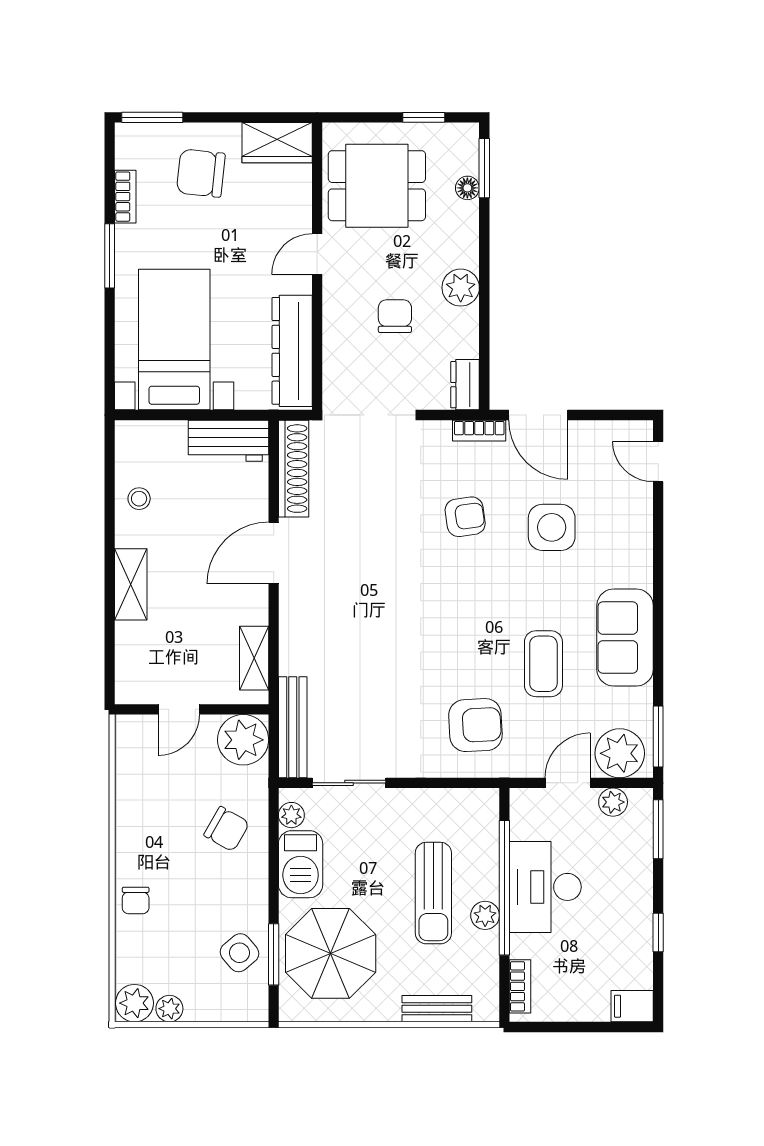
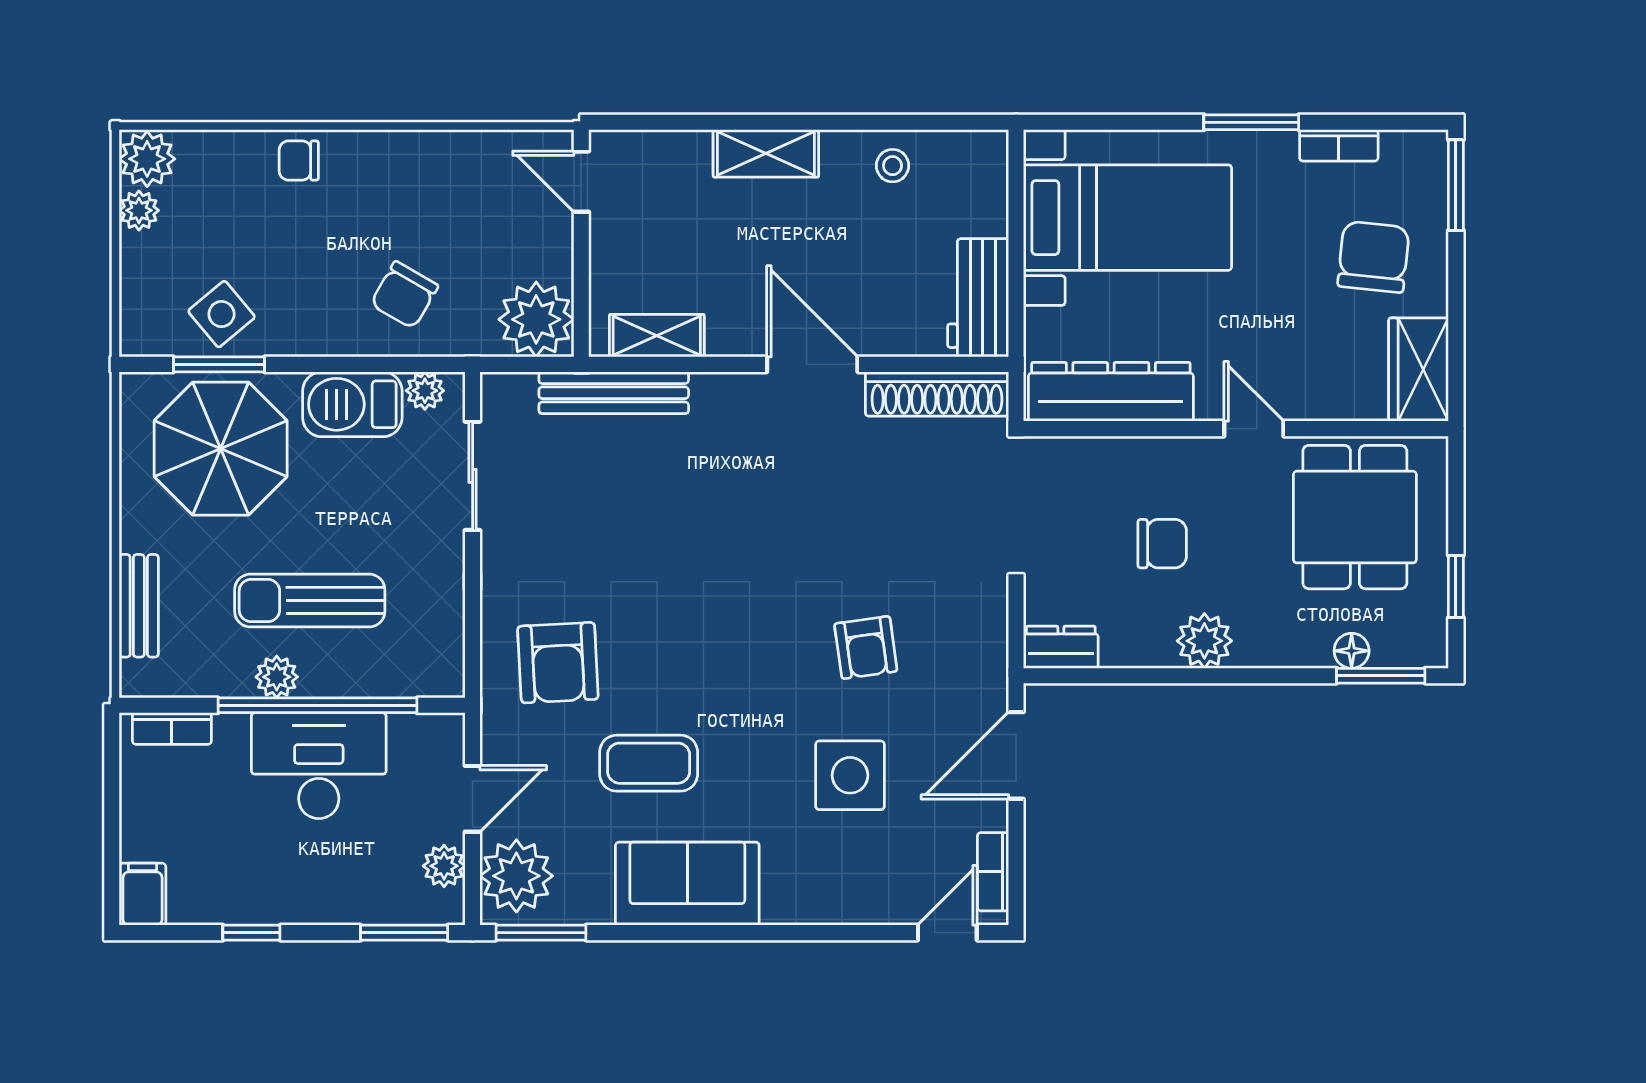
bookcase: (479, 431) -> (993, 872), moved
door: (179, 709) -> (581, 182), moved
bench: (293, 727) -> (614, 393), moved
door: (568, 783) -> (473, 799), hinge flipped

